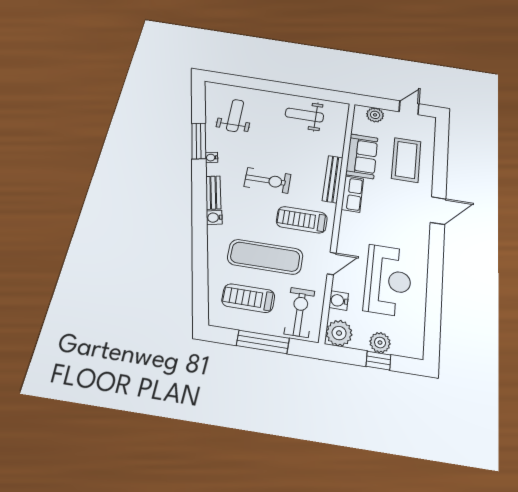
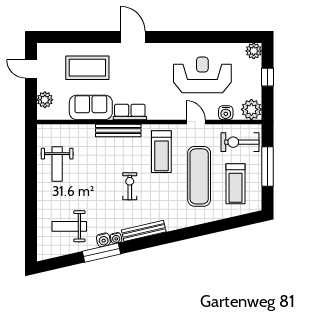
exercise bike: (267, 180) -> (130, 186), width x0.73, depth x0.72
bench: (213, 193) -> (144, 231), width x1.36
water cooler: (214, 218) -> (103, 240), moved
plant: (380, 343) -> (254, 51), moved

